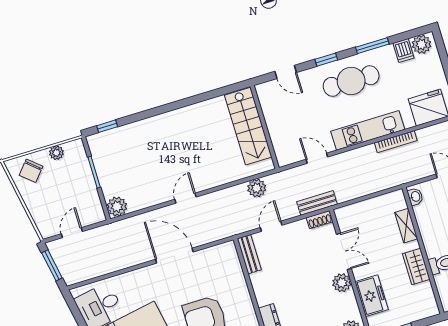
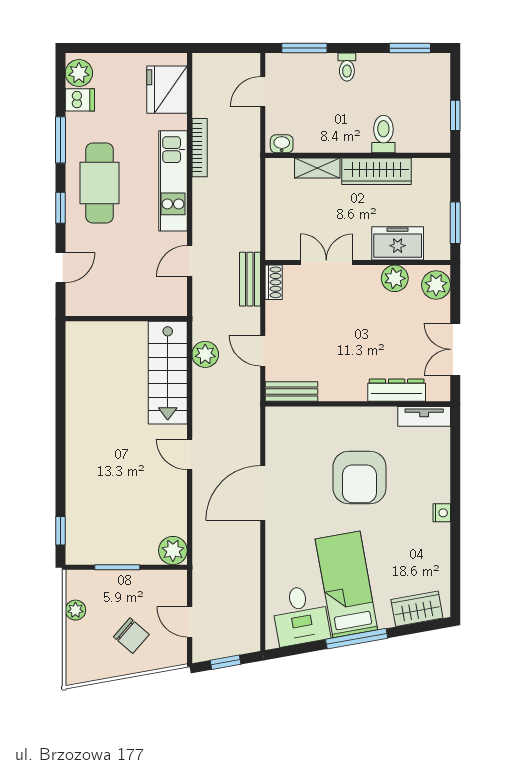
stairs: (248, 126) -> (168, 373), moved, turned 90
chair: (31, 171) -> (131, 636), moved
window: (52, 265) -> (226, 662), width x0.67
wardrobe: (416, 267) -> (377, 171), width x1.50
plant: (342, 283) -> (395, 278), moved

